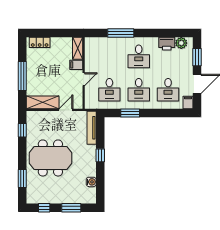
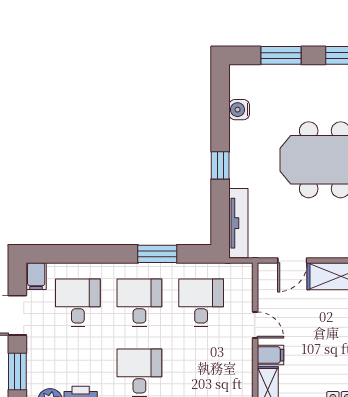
door: (84, 79) -> (255, 325), swing flipped

